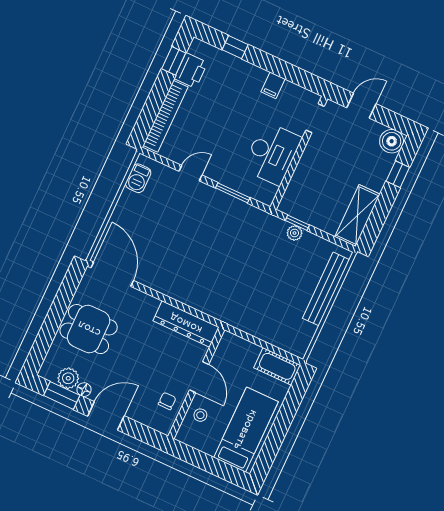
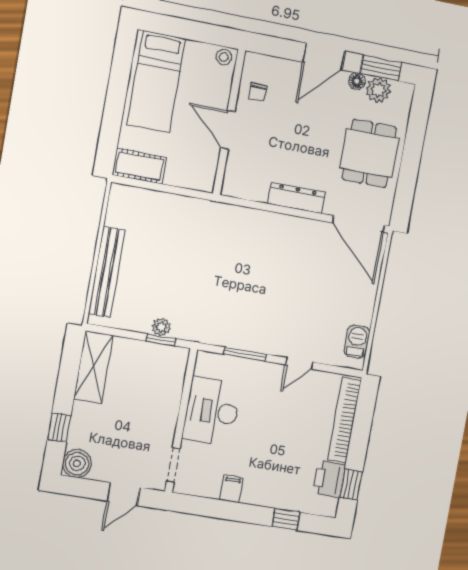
dresser: (186, 324) -> (296, 198), moved, width x0.73, depth x0.80
dining table: (89, 329) -> (369, 153), turned 90
stool: (200, 415) -> (224, 57), moved

